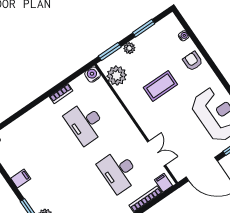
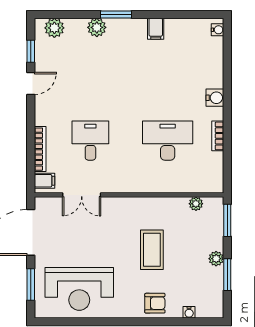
plant: (129, 48) -> (216, 259), moved
water cooler: (93, 75) -> (215, 98), moved
plant: (117, 76) -> (196, 204), width x0.53, depth x0.53
desk: (119, 171) -> (90, 141), width x0.73

